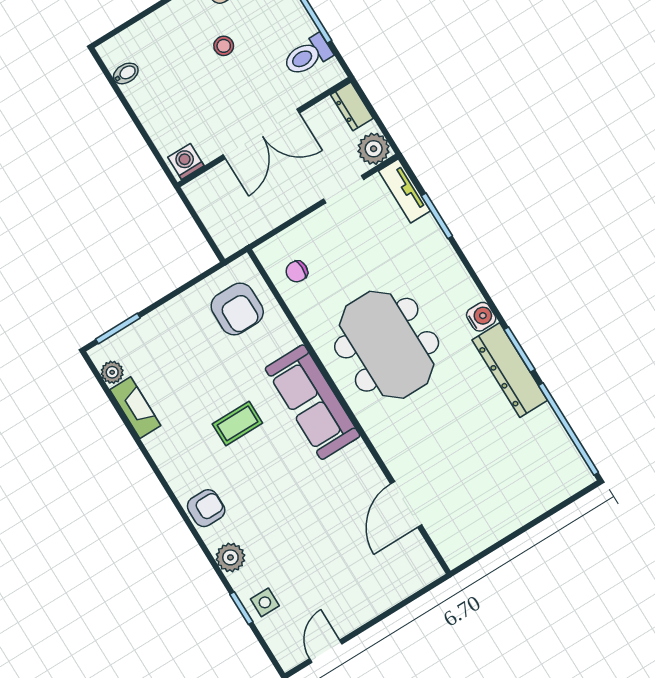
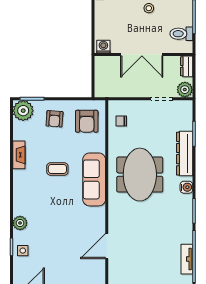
tv unit: (404, 191) -> (187, 259), moved
dresser: (510, 370) -> (185, 154), moved
plant: (112, 372) -> (23, 111), width x1.87, depth x1.87
fireplace: (135, 408) -> (19, 155), moved
armchair: (206, 508) -> (54, 119), moved, turned 94

